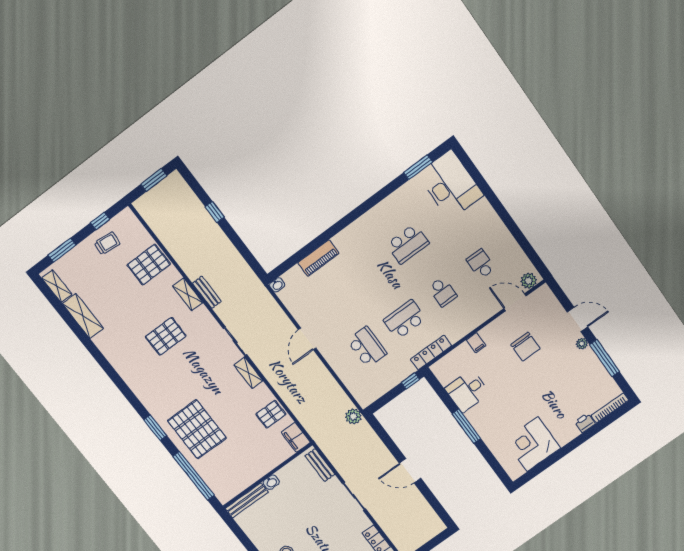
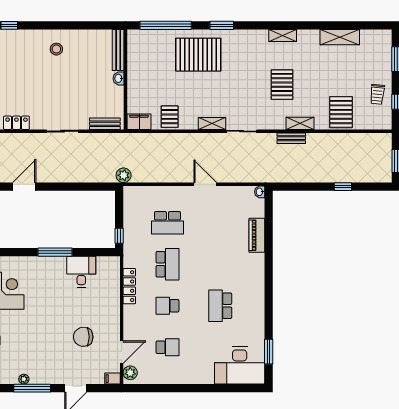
shelving: (57, 286) -> (283, 35), moved
filing cabinet: (476, 343) -> (112, 379), moved
plant: (582, 344) -> (24, 379), moved
locker: (431, 352) -> (129, 286), moved
door: (410, 471) -> (24, 187), moved

